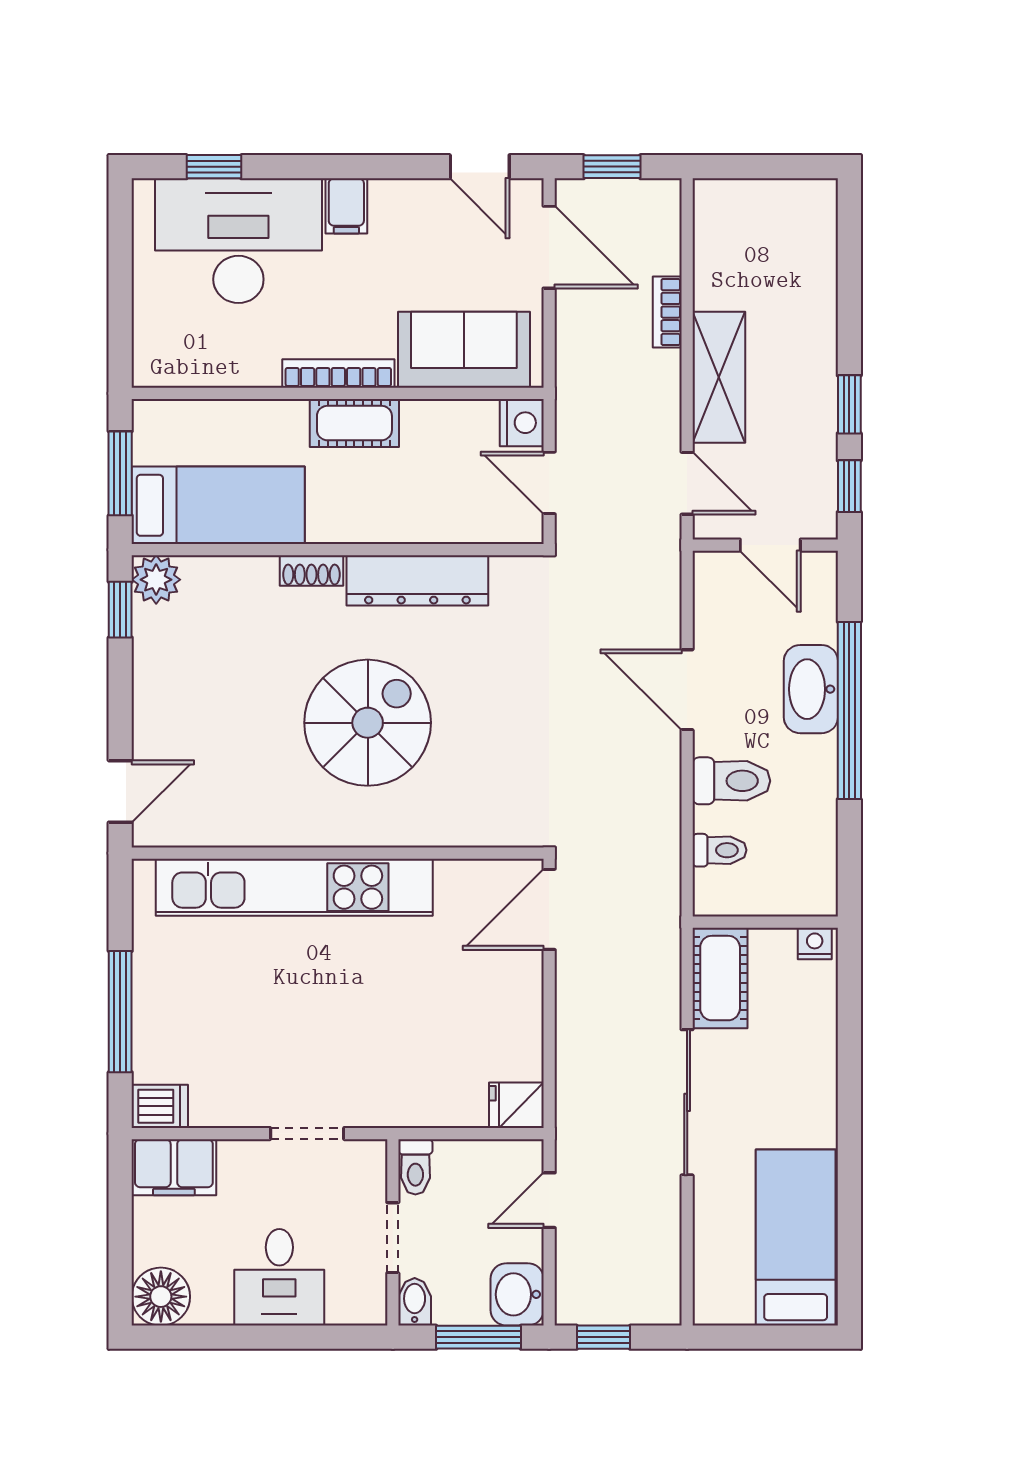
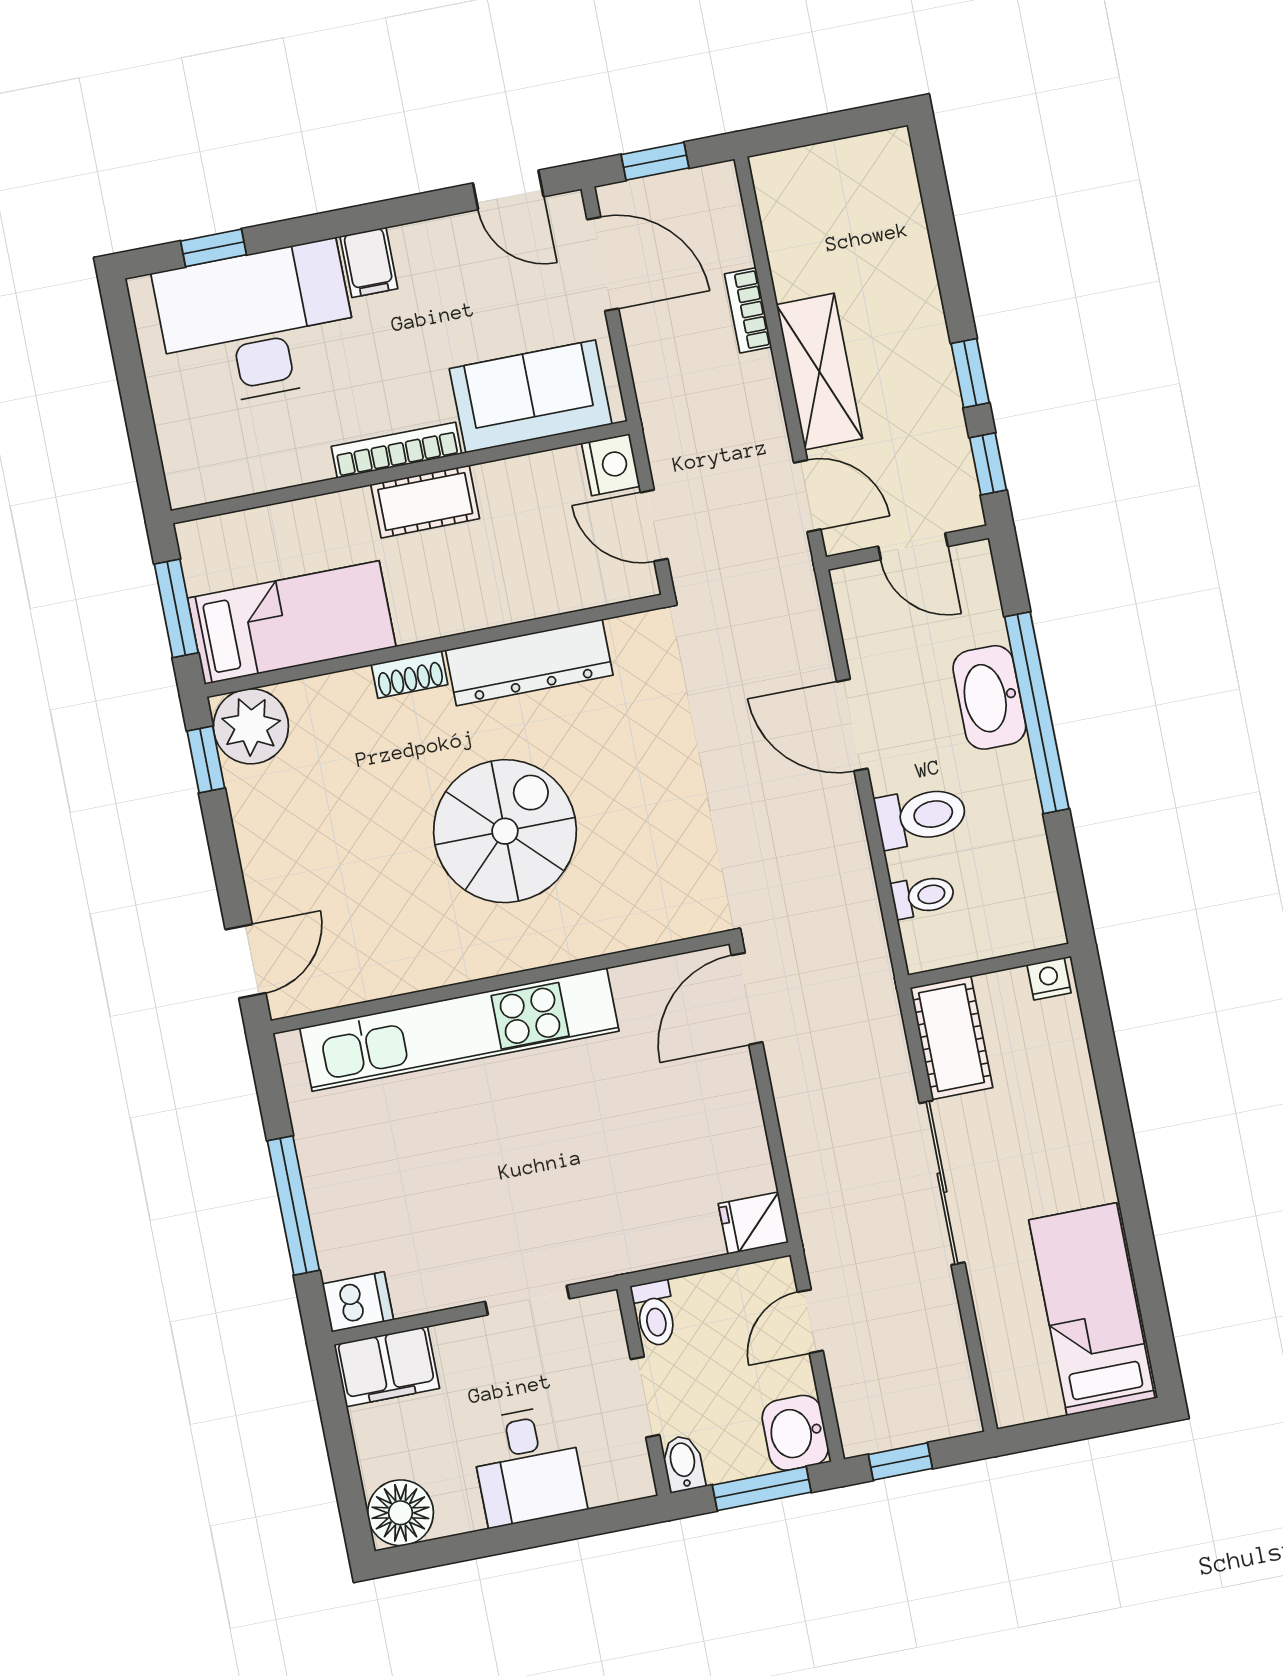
plant: (156, 580) -> (251, 726), width x1.36, depth x1.36

